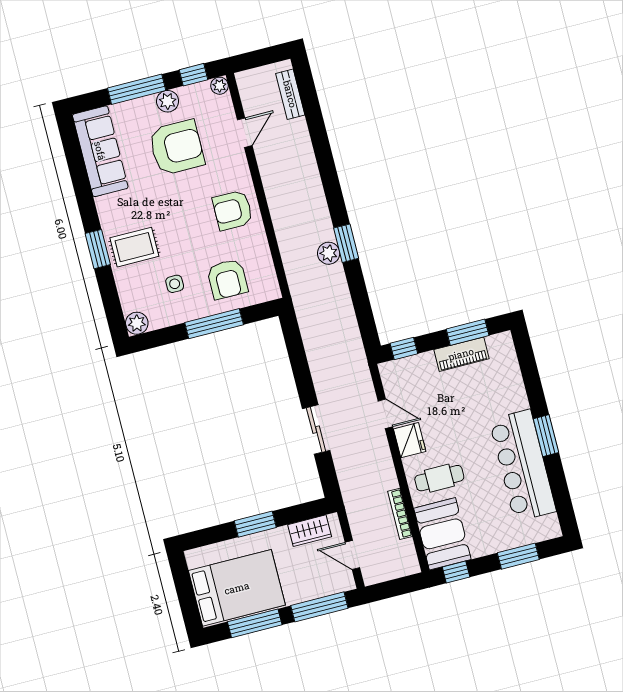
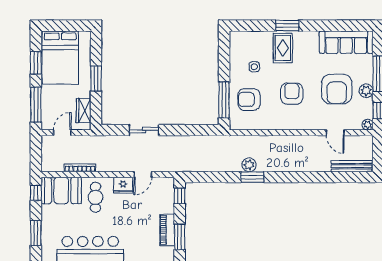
bench: (290, 94) -> (351, 166), width x1.36
armchair: (233, 210) -> (292, 94), moved
plant: (137, 323) -> (236, 38), removed
window: (214, 324) -> (224, 100), moved
window: (255, 623) -> (36, 63), width x0.69

